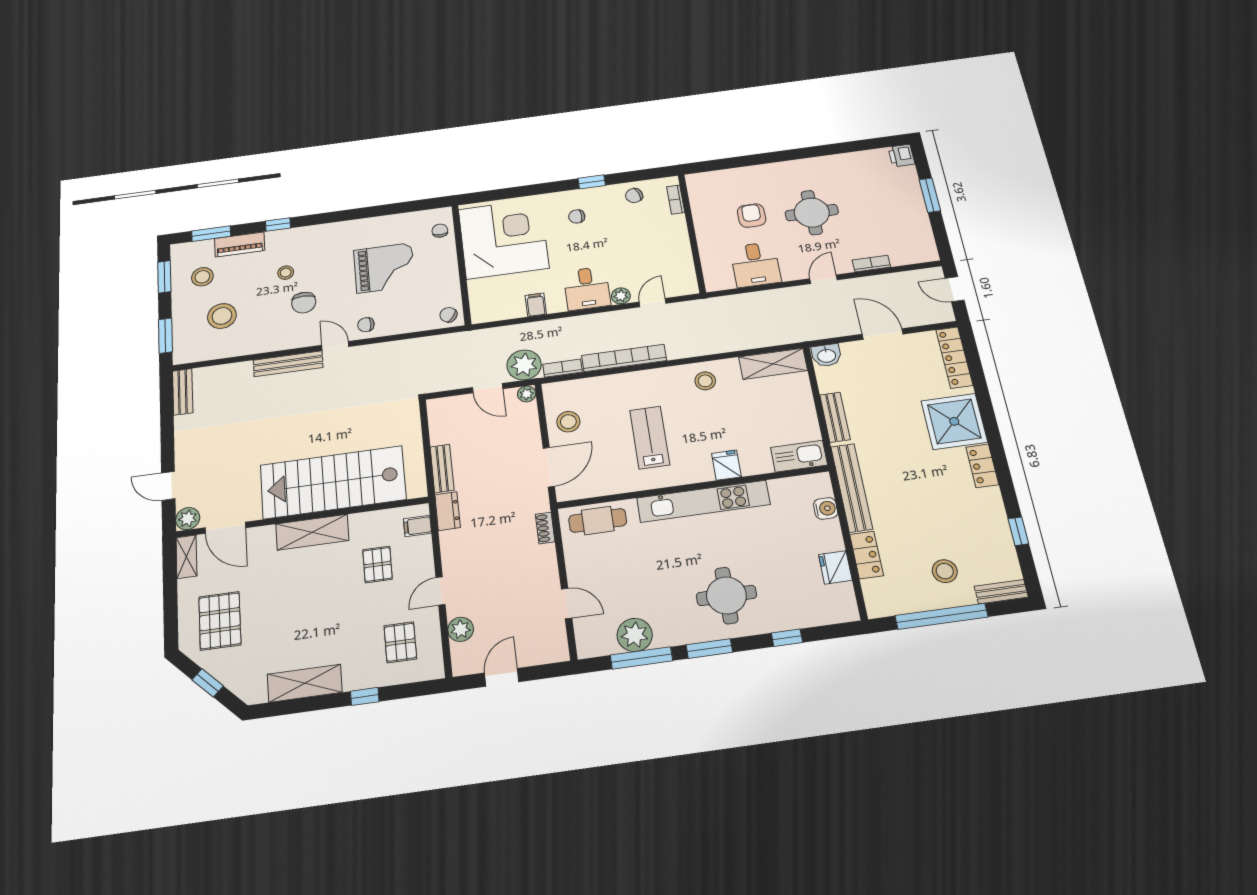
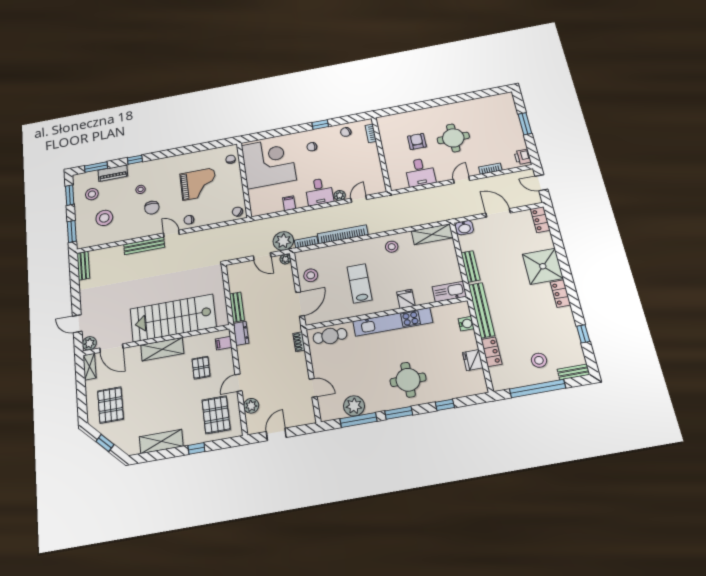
printer: (901, 156) -> (523, 157), moved
locker: (954, 357) -> (540, 220), width x0.66
pallet: (400, 642) -> (216, 415), width x1.50, depth x1.42

